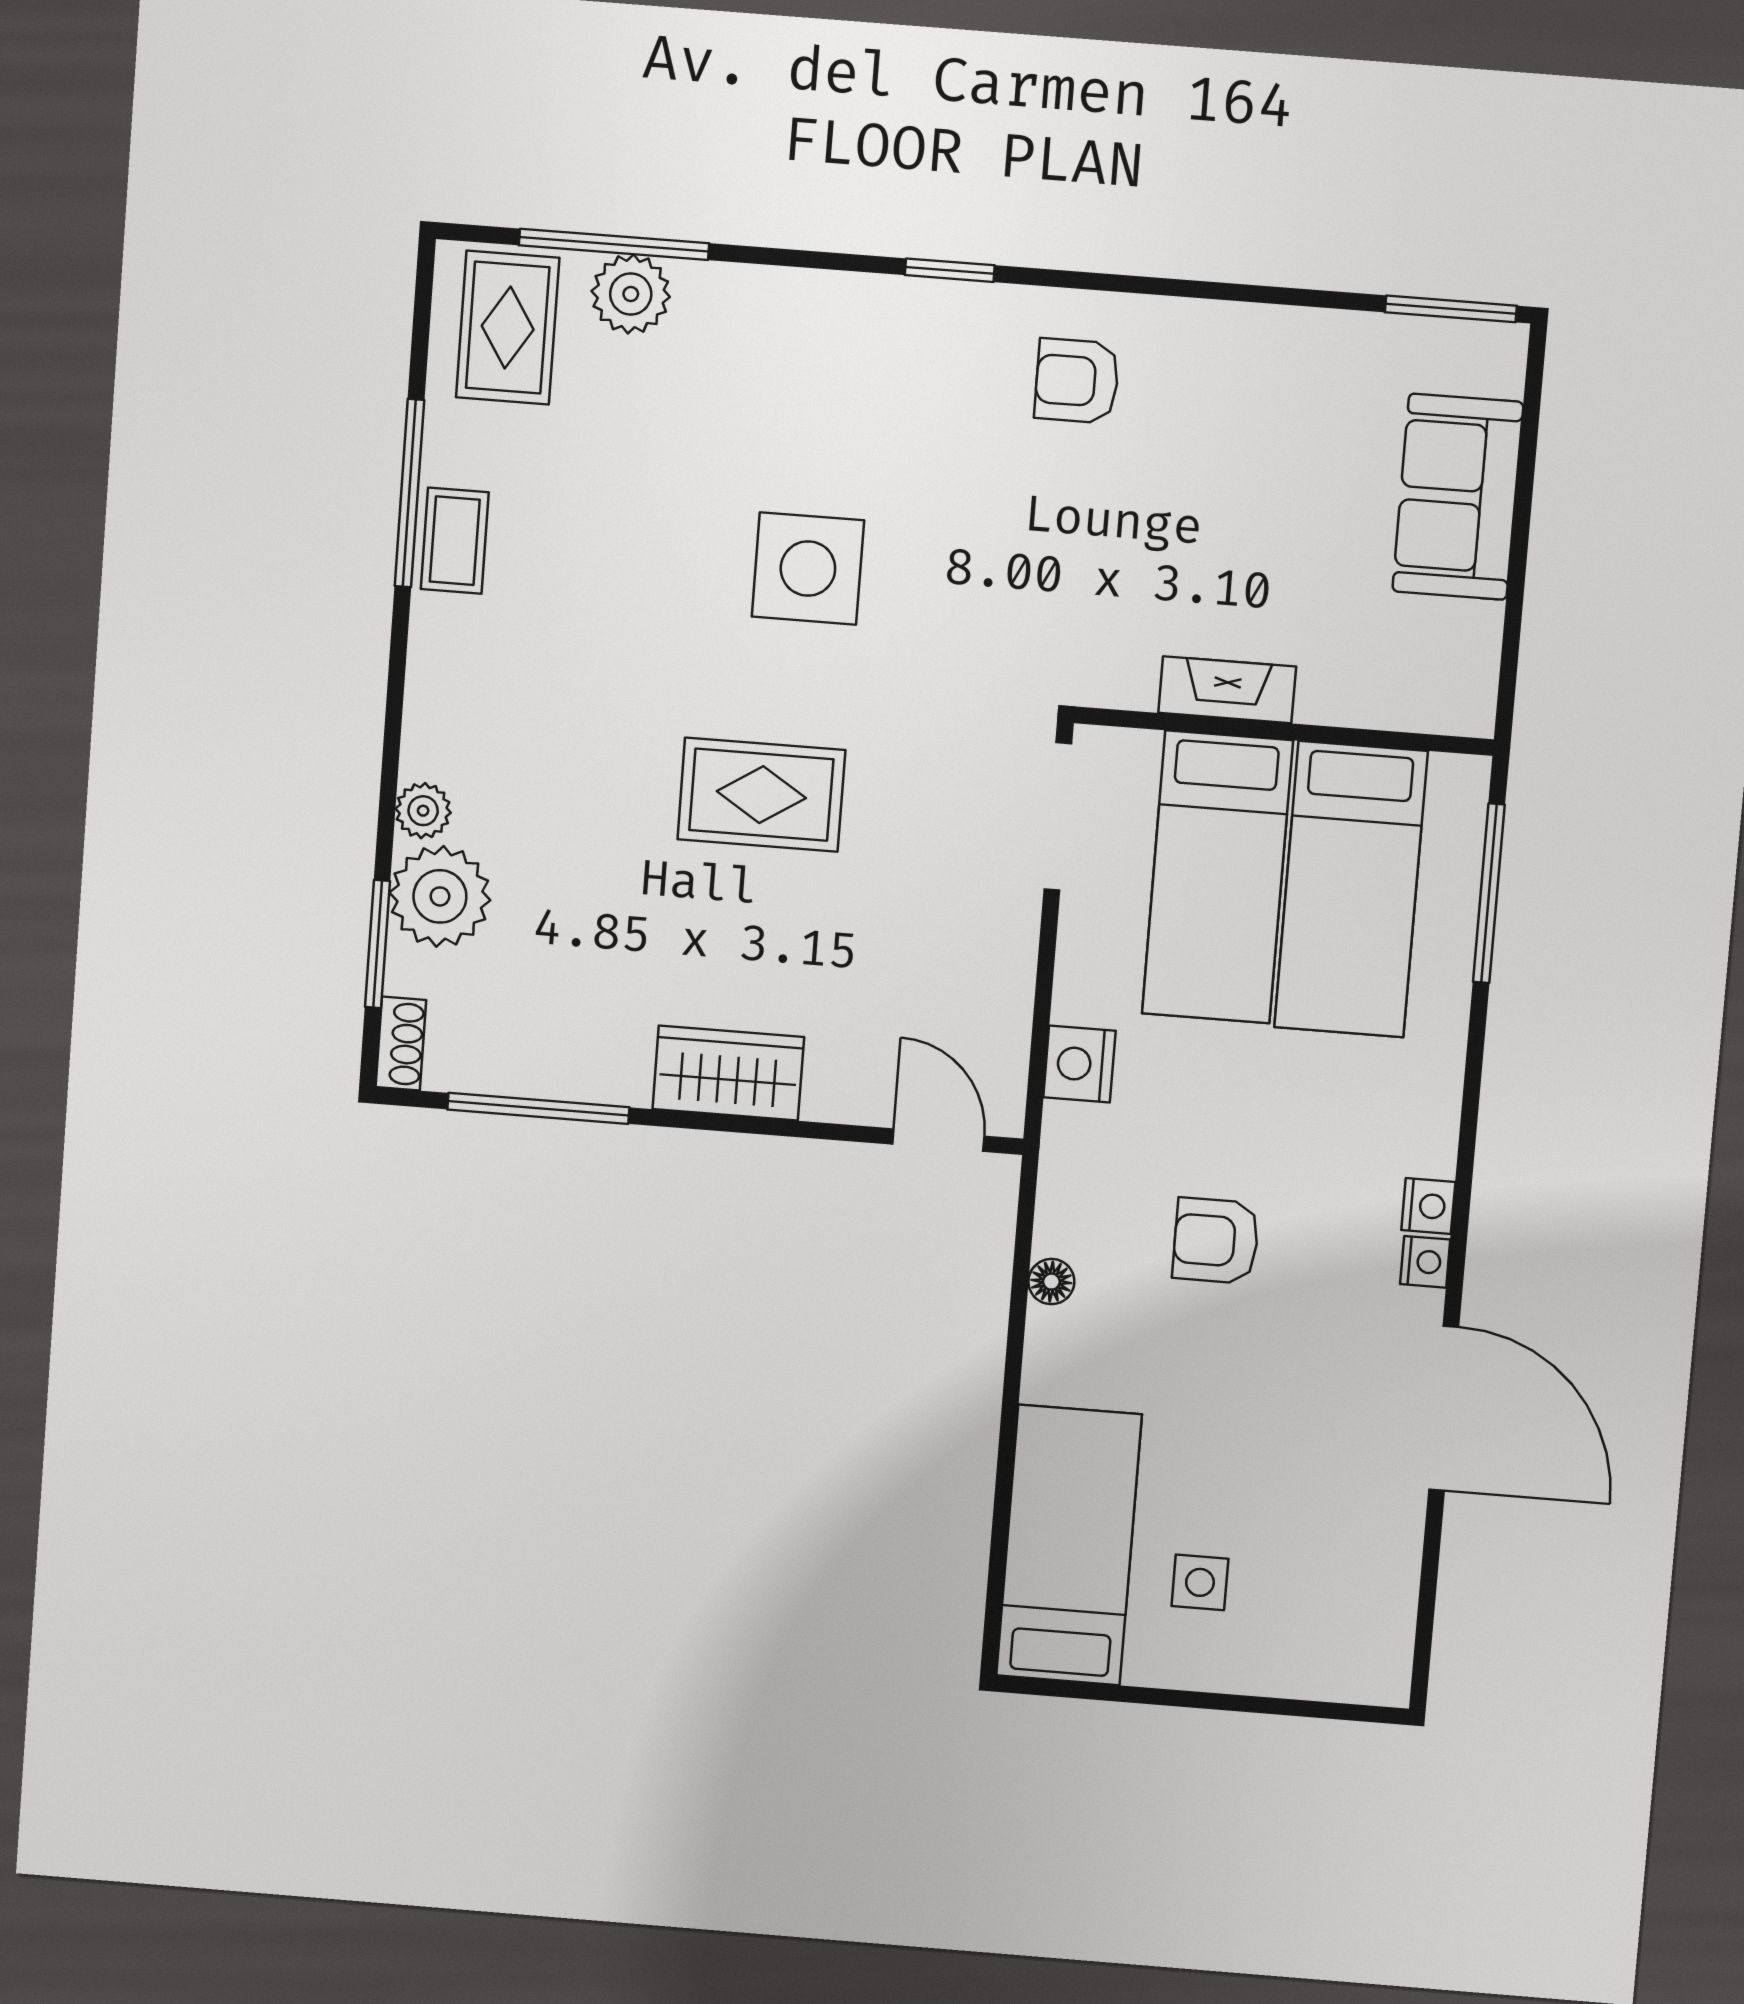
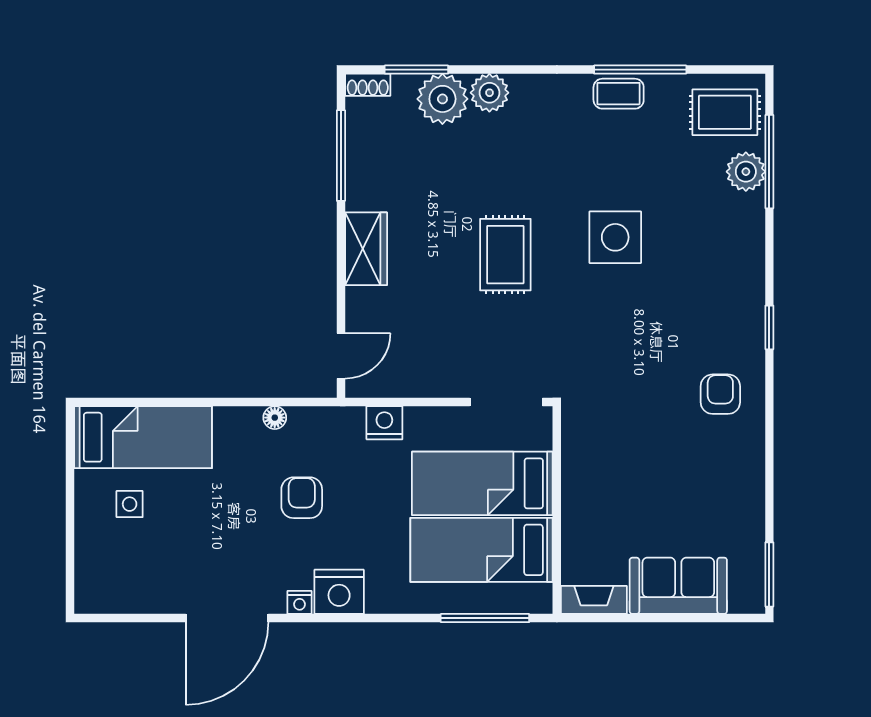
side table: (808, 569) -> (615, 237), moved
fireplace: (1227, 690) -> (594, 600), moved, turned -90
plant: (423, 811) -> (489, 93), width x1.38, depth x1.38
nightstand: (1428, 1206) -> (339, 592), width x1.89, depth x1.79

